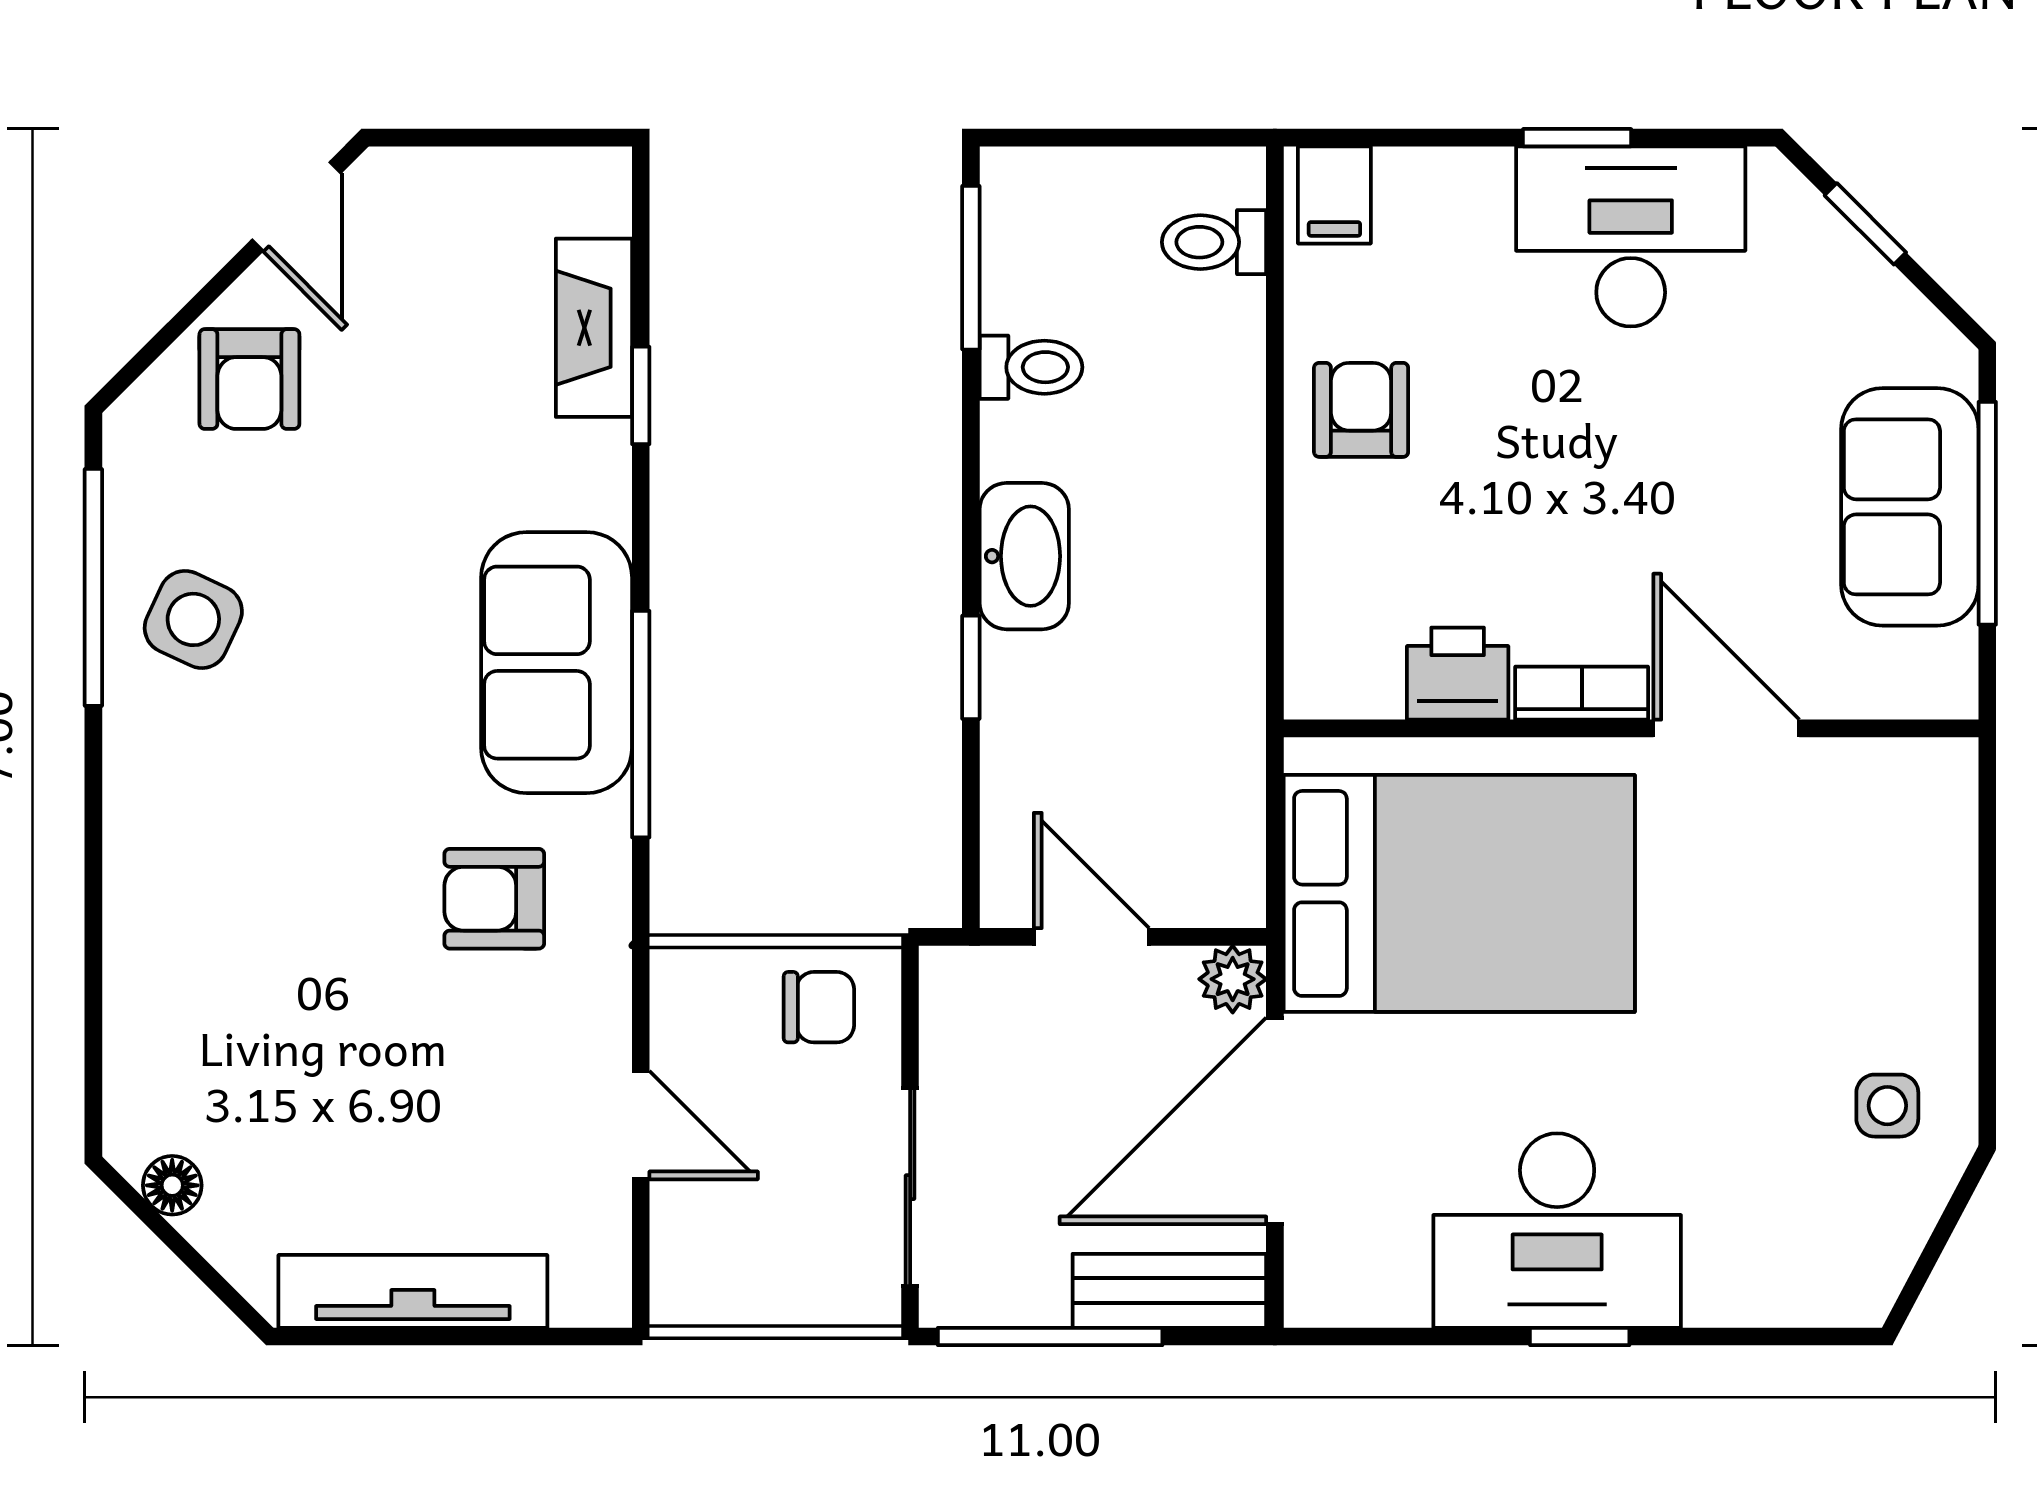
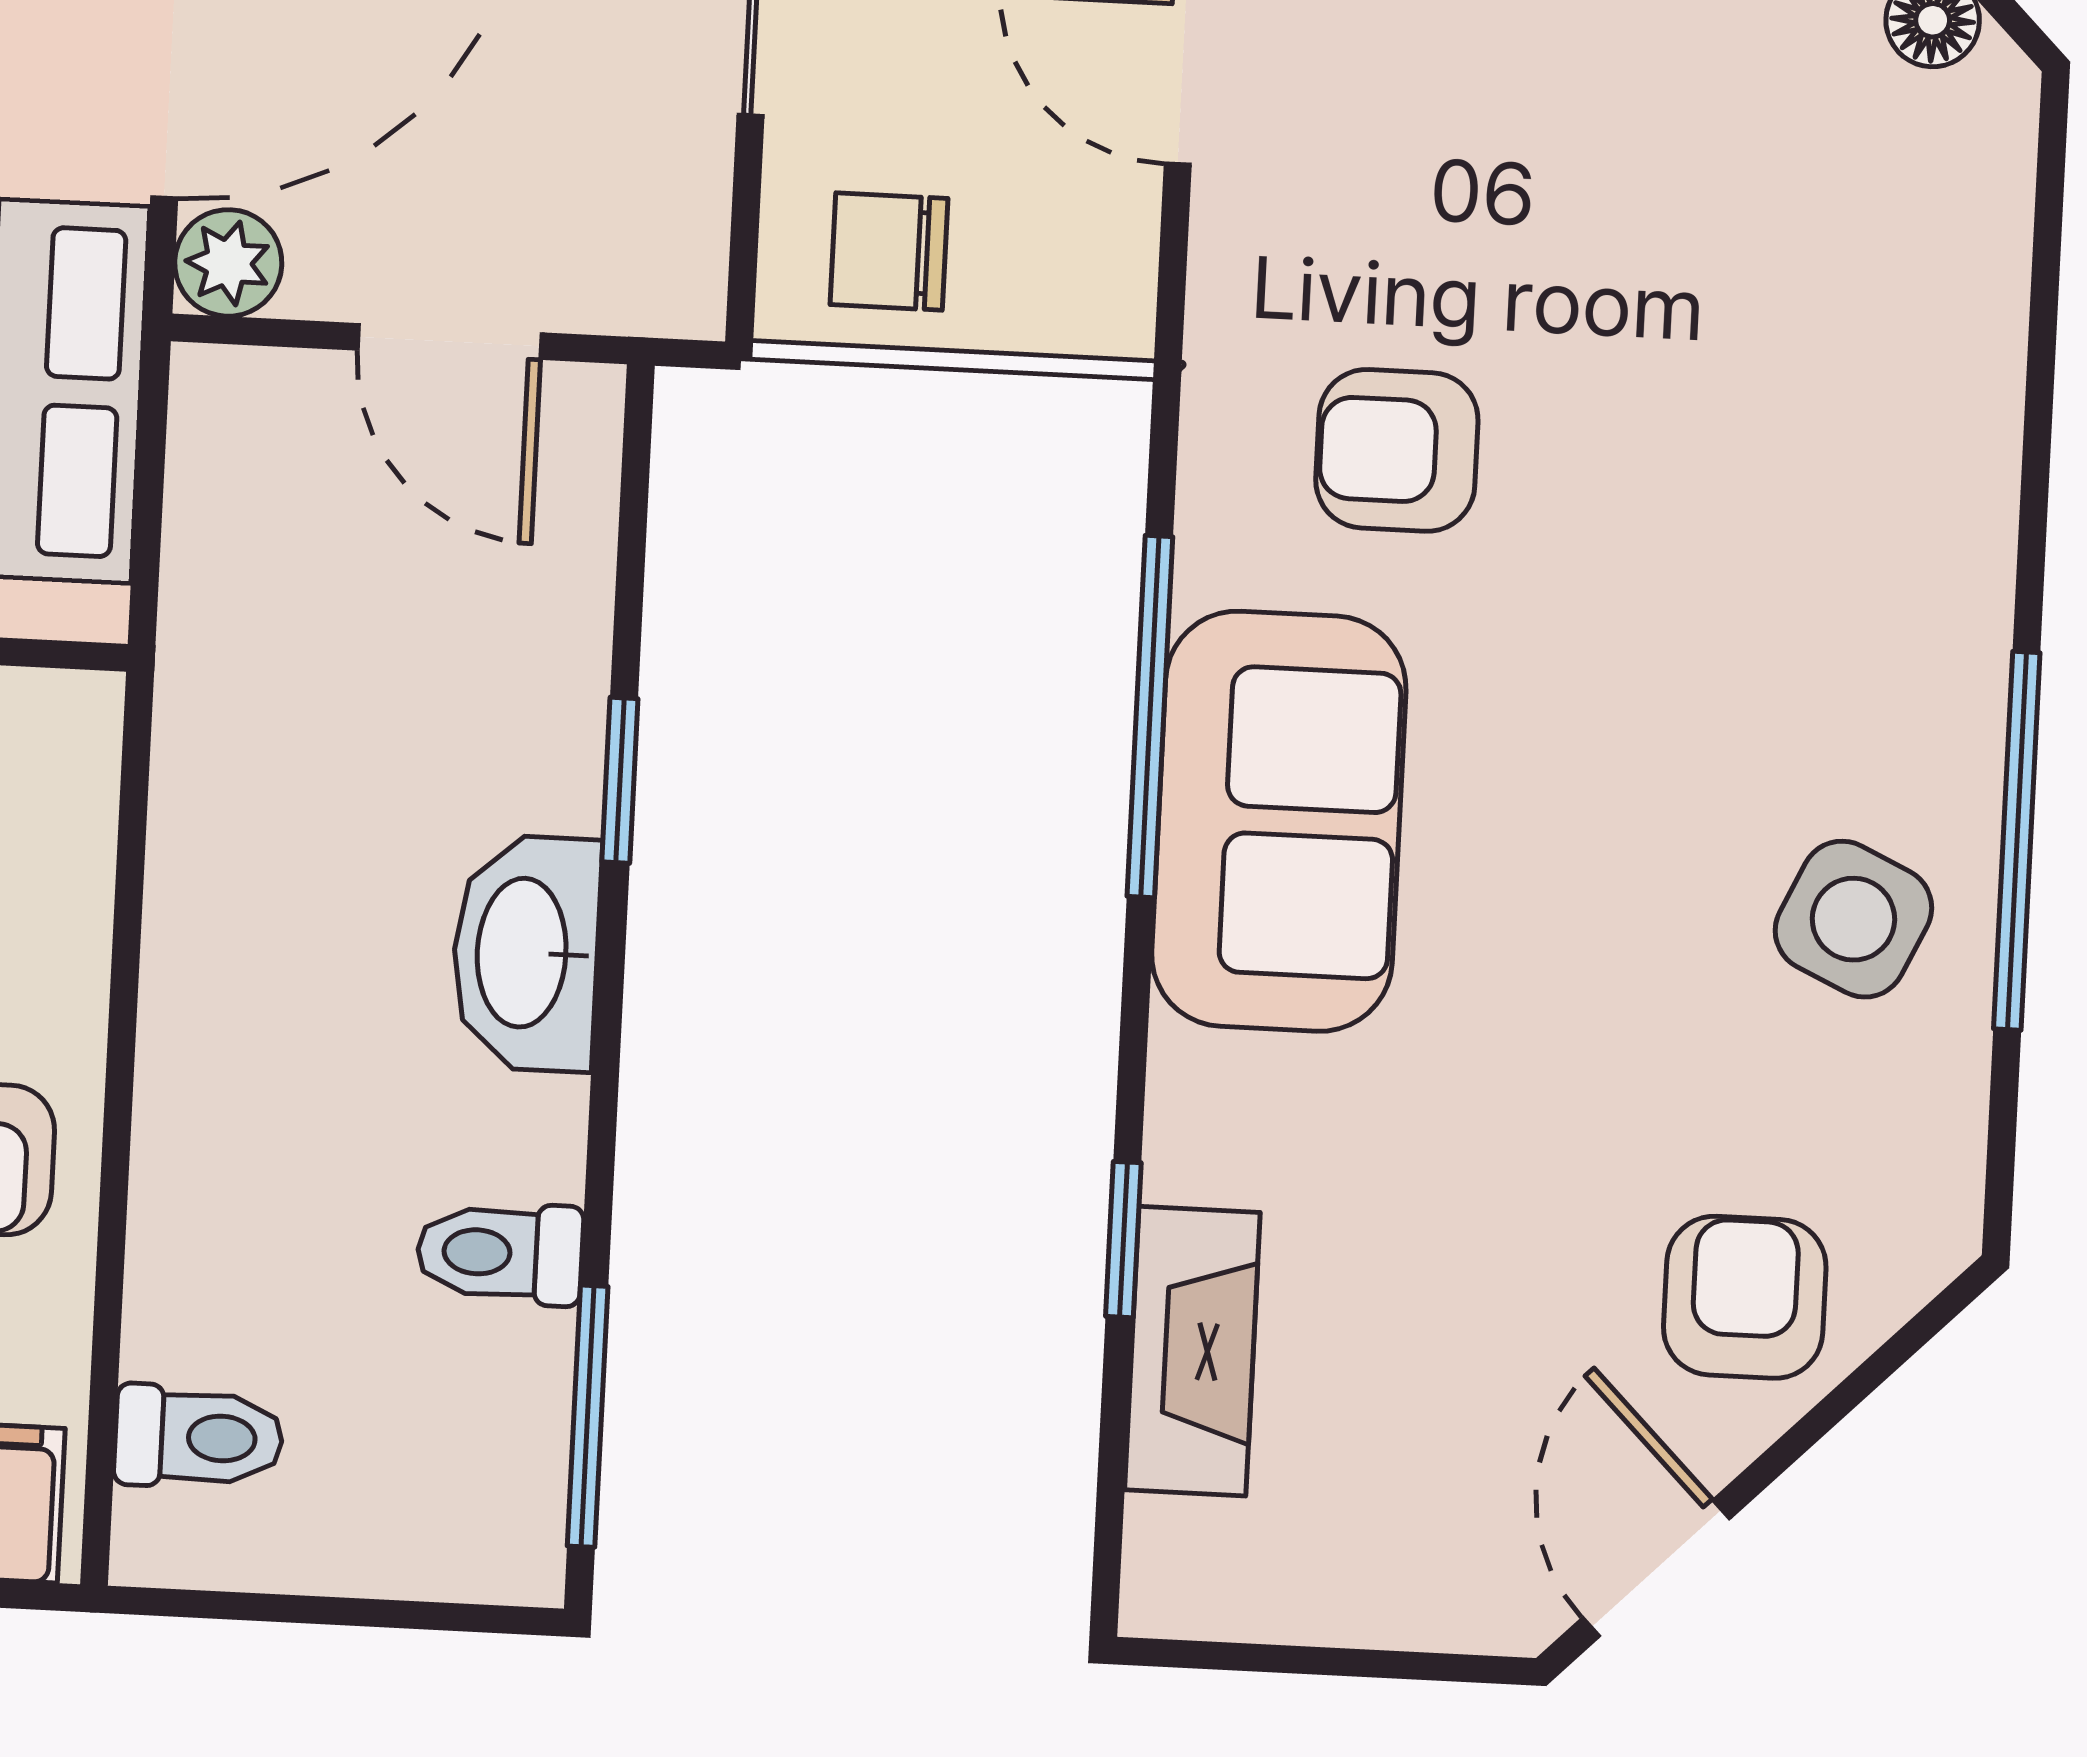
window: (93, 587) -> (2017, 841), moved
armchair: (494, 899) -> (1397, 450), turned 180

